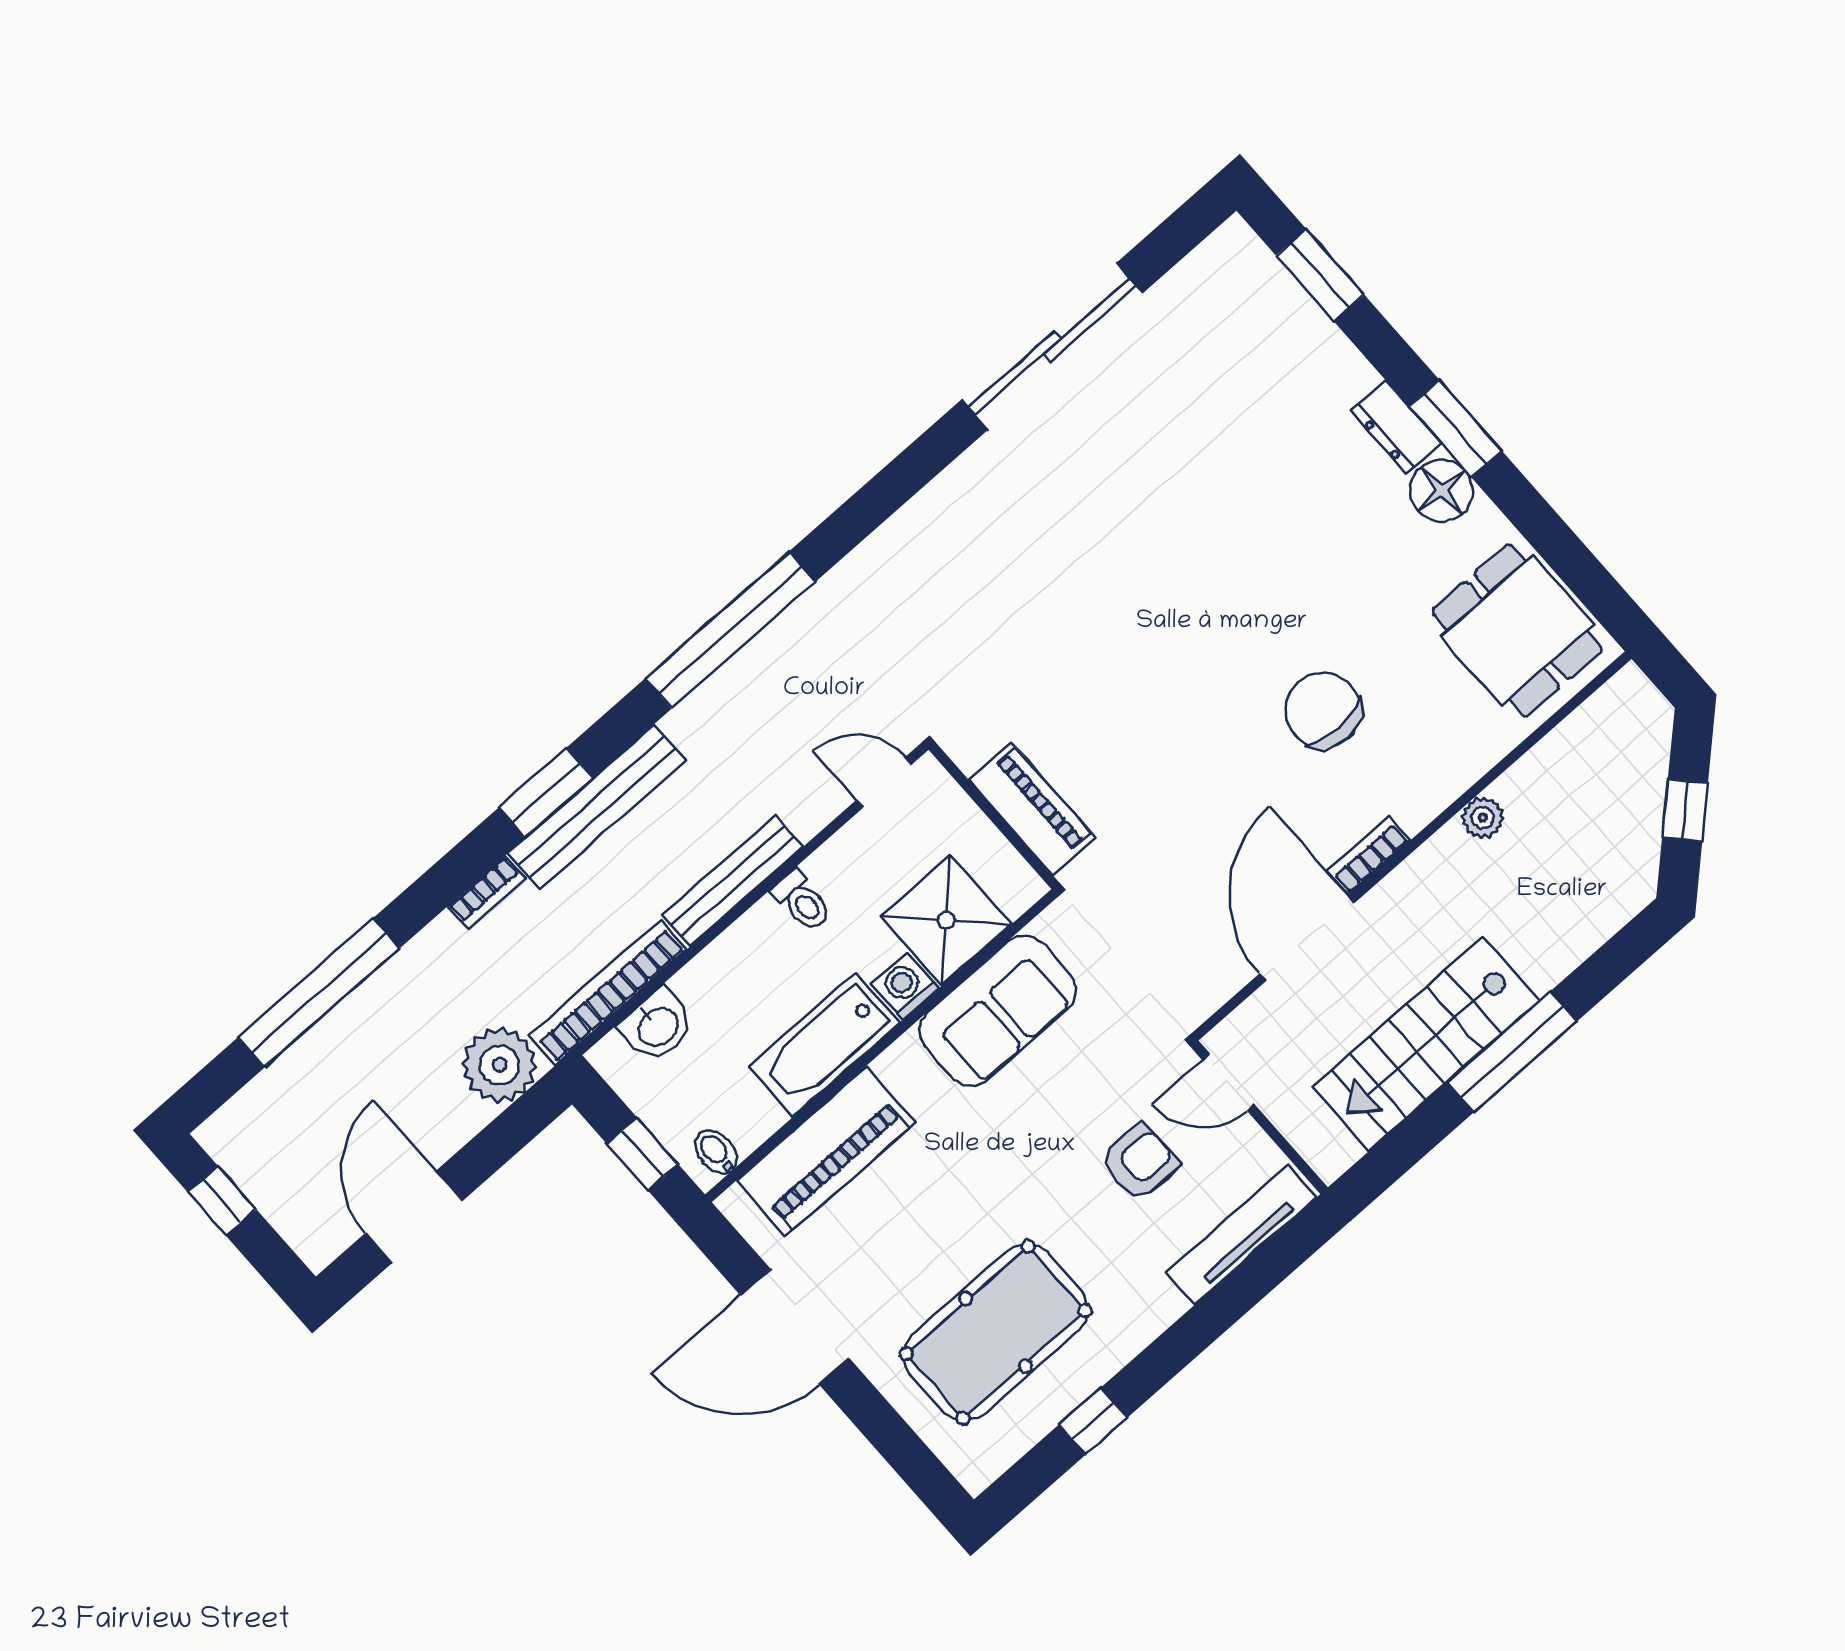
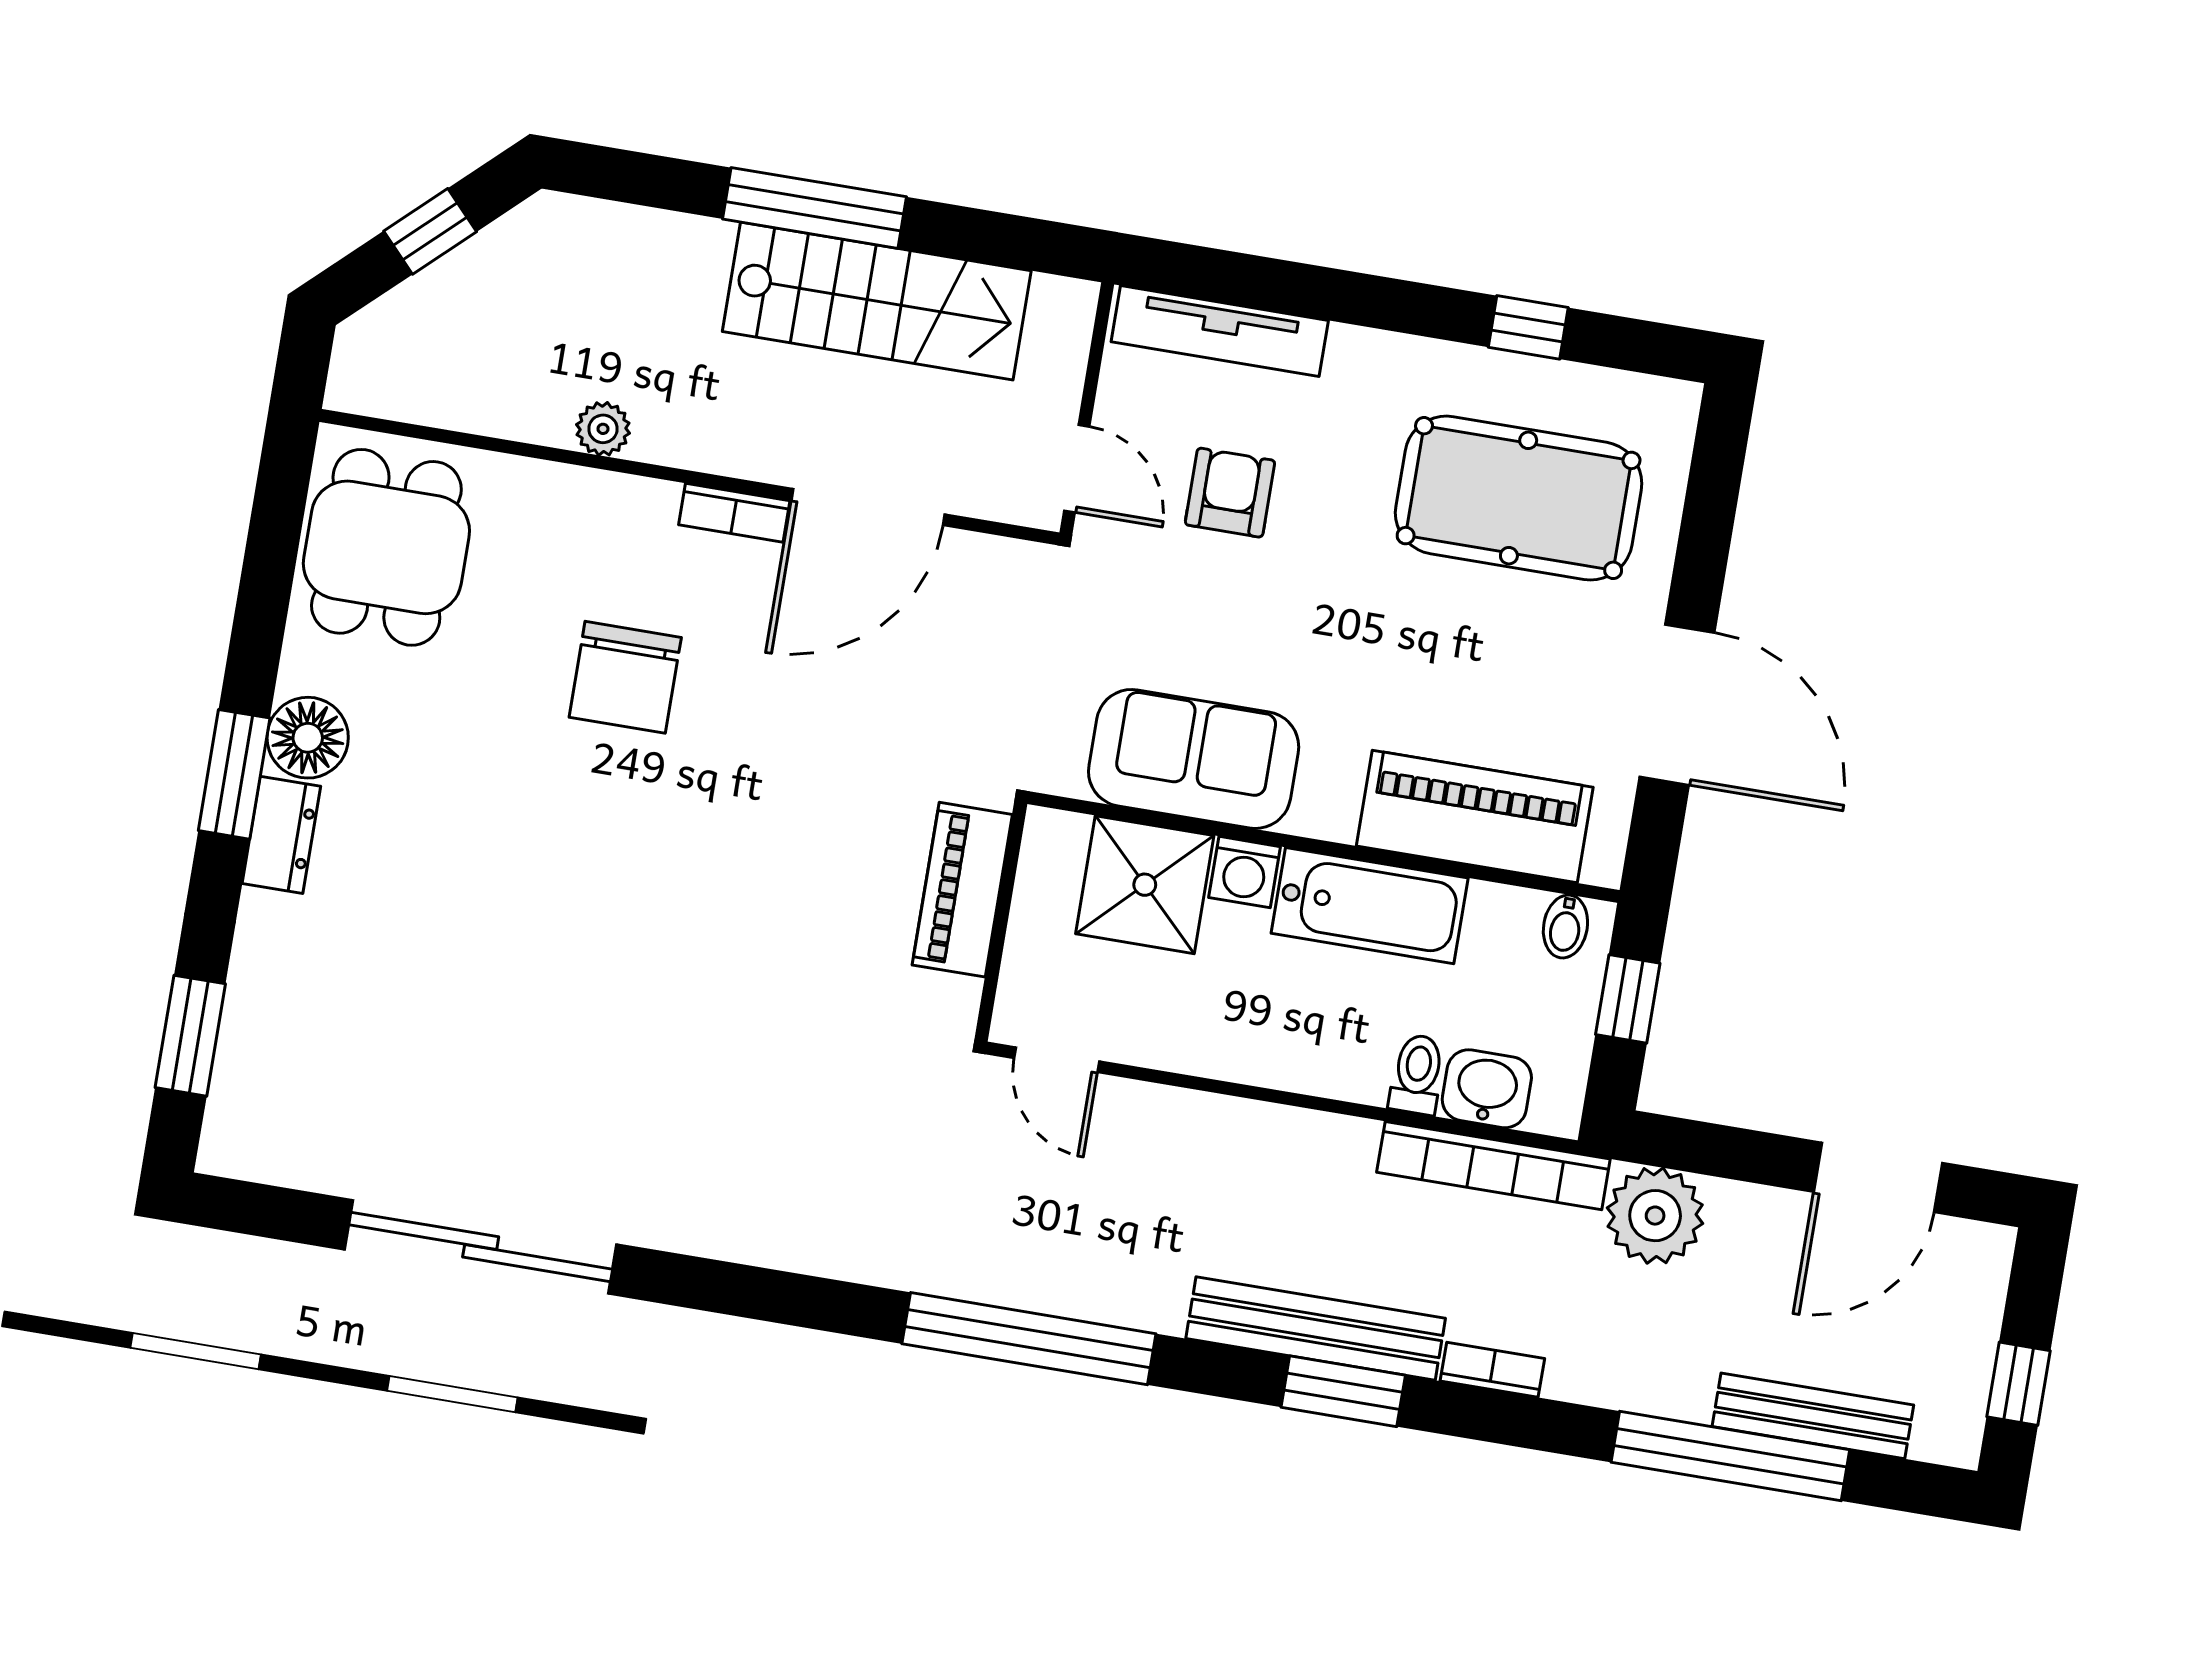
bench: (733, 881) -> (1813, 1416), moved
toilet: (802, 901) -> (1417, 1074), moved
armchair: (1139, 1162) -> (1230, 493), turned 90

